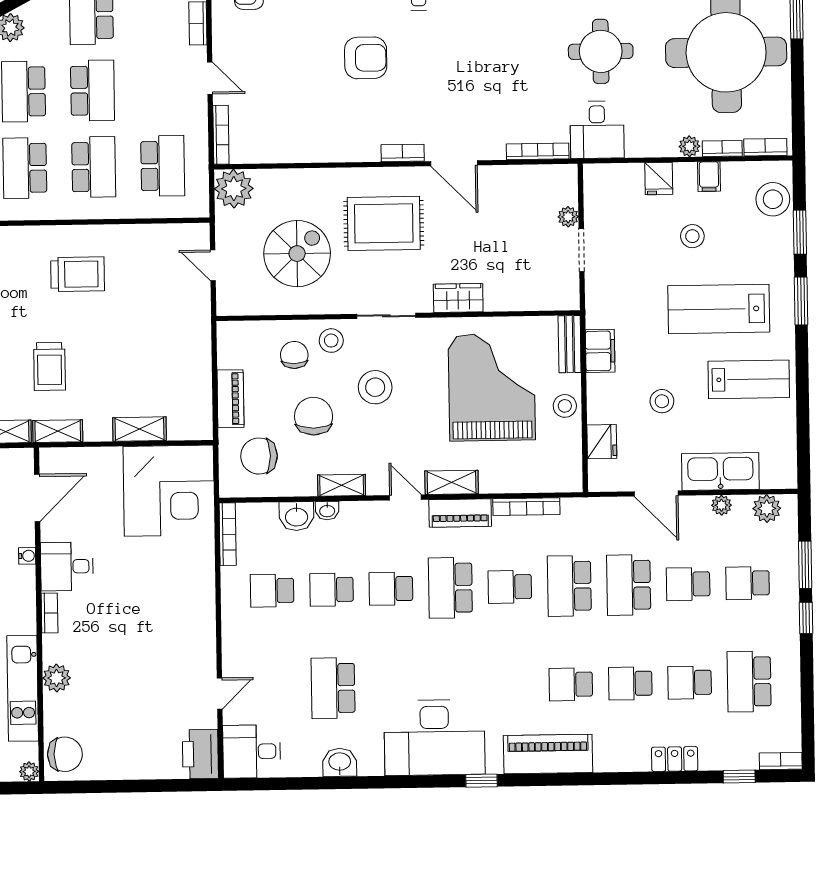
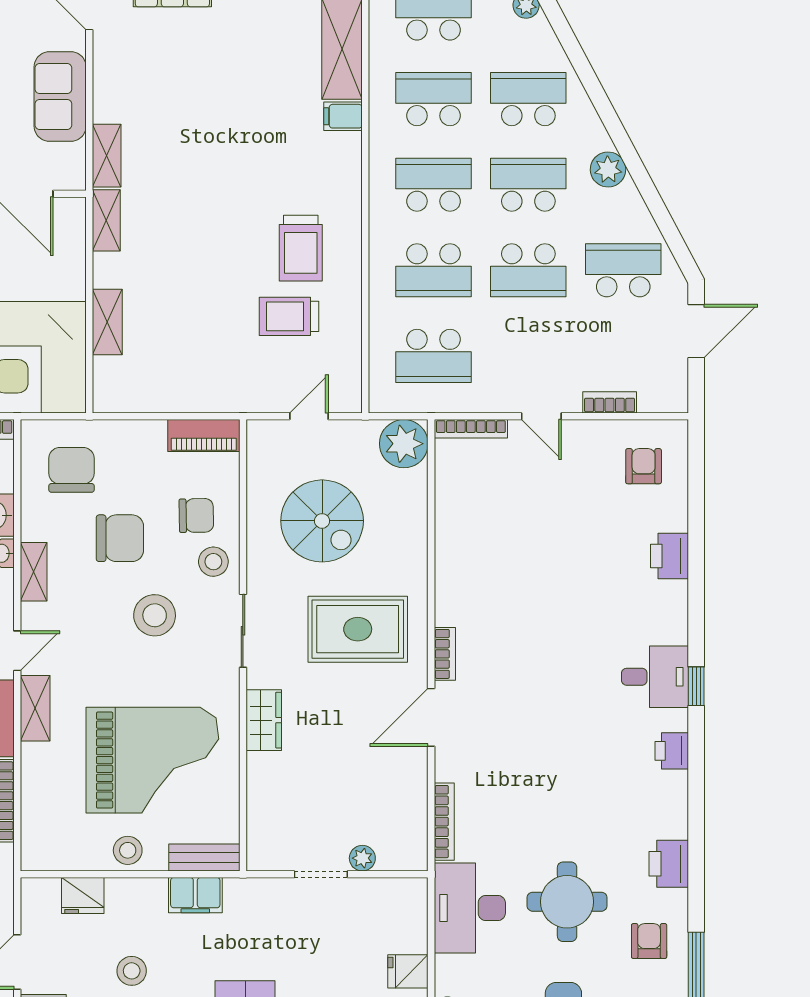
armchair: (366, 58) -> (564, 610), removed
door: (210, 78) -> (541, 416), hinge flipped
desk: (597, 130) -> (470, 908), width x1.37
rug: (384, 223) -> (358, 629), turned 90
trolley: (49, 366) -> (289, 316), moved
piano: (230, 399) -> (204, 436), moved

